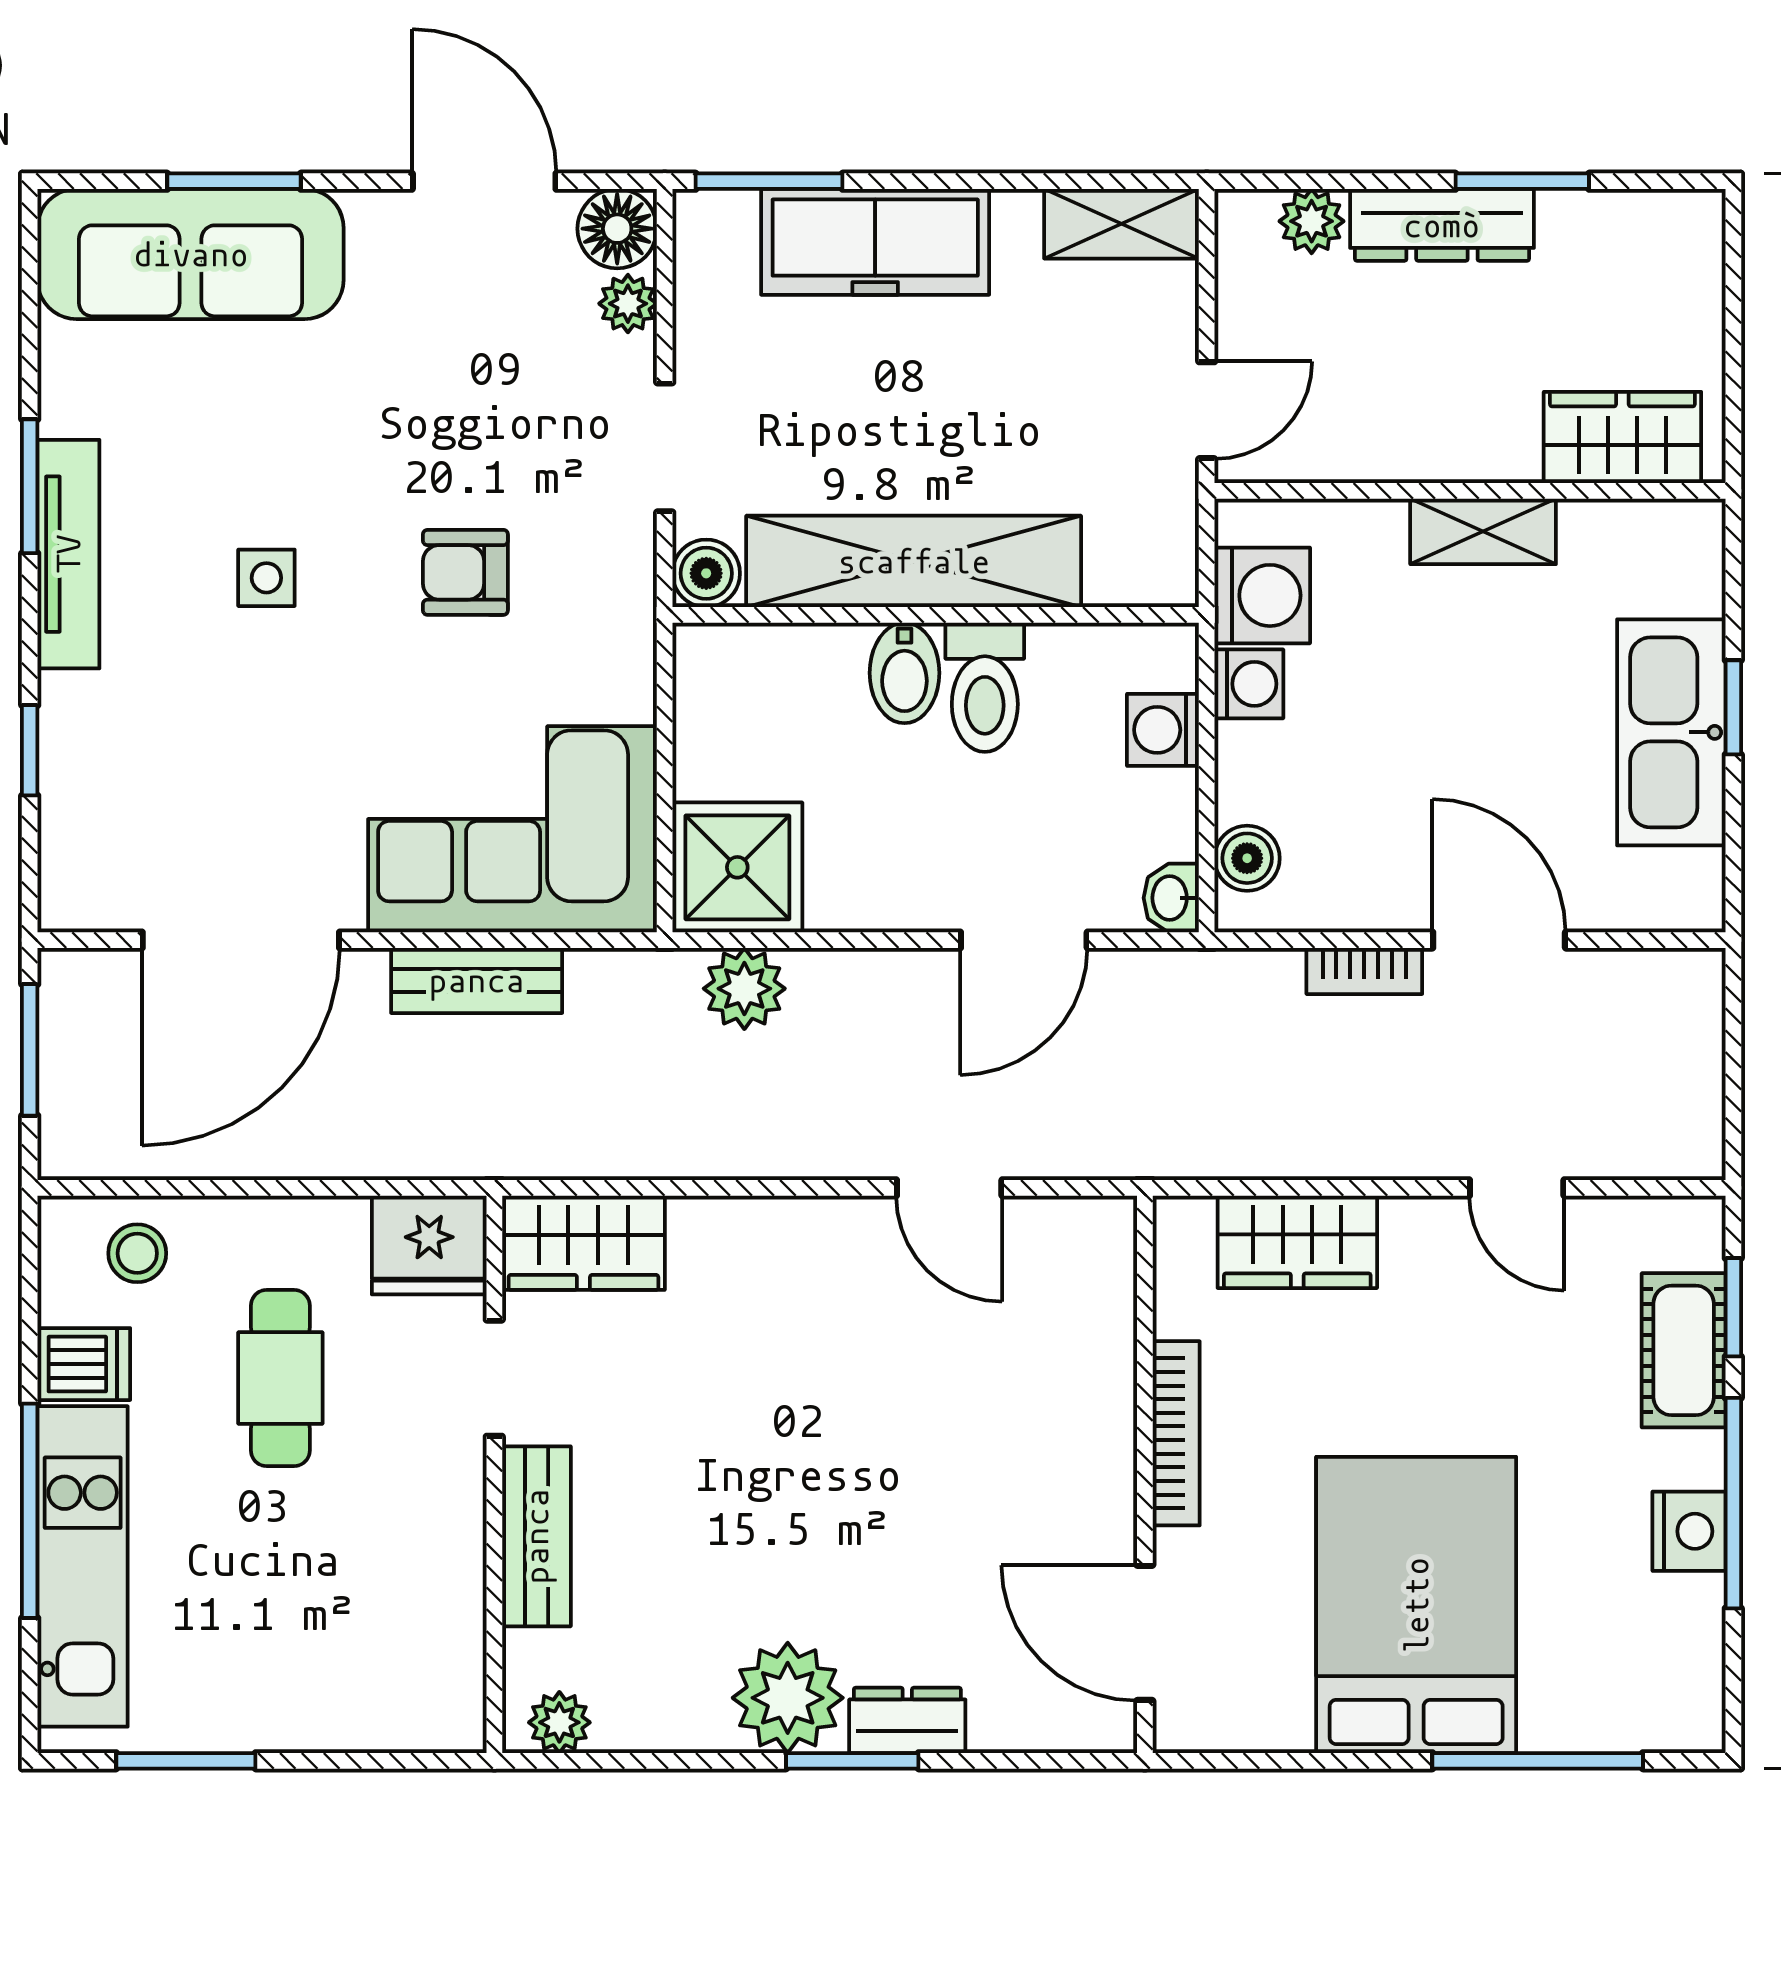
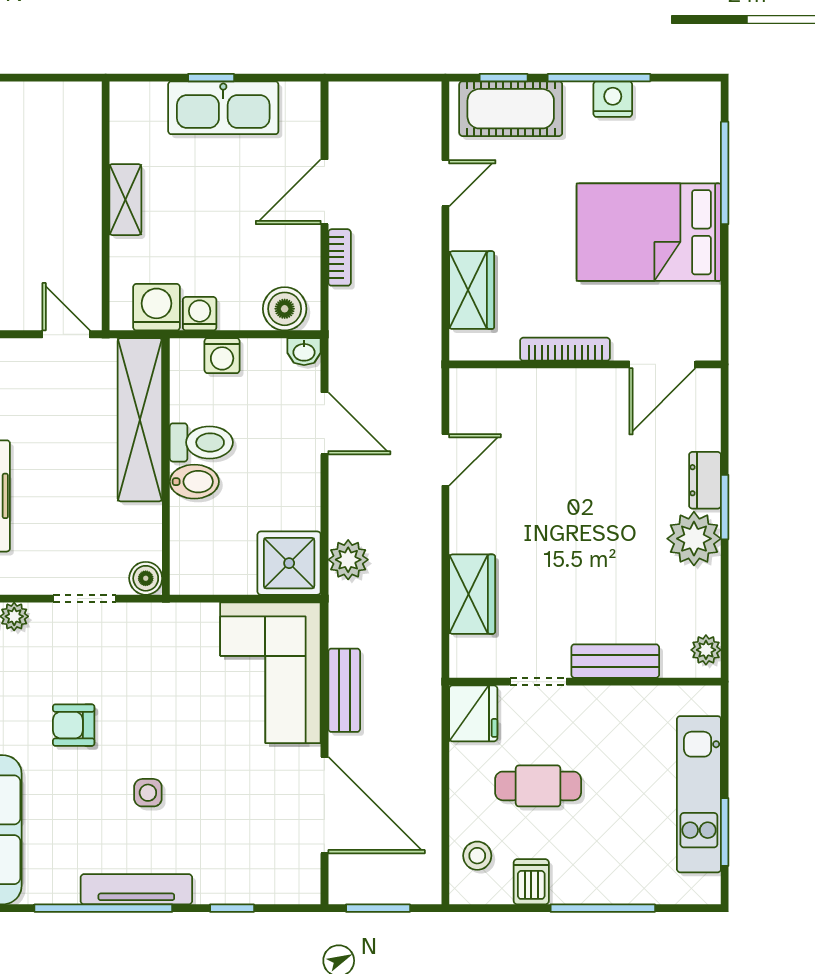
wardrobe: (1622, 437) -> (79, 132), removed
window: (30, 486) -> (103, 908), width x2.11
shelving: (914, 561) -> (140, 420), moved
armchair: (465, 572) -> (74, 725), moved, turned 90
boiler: (1247, 858) -> (285, 309), width x1.36, depth x1.36
wardrobe: (583, 1243) -> (472, 594), moved
cot: (1684, 1350) -> (511, 109), width x1.37, depth x1.34
kitchen unit: (83, 1566) -> (699, 794), moved, turned -90

